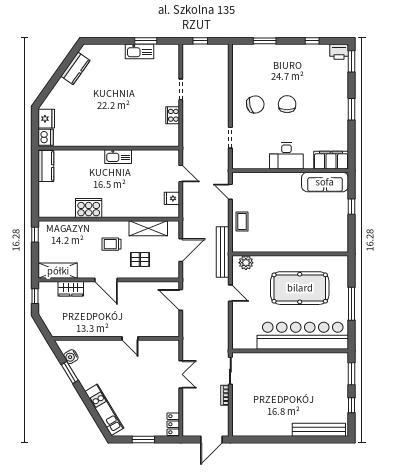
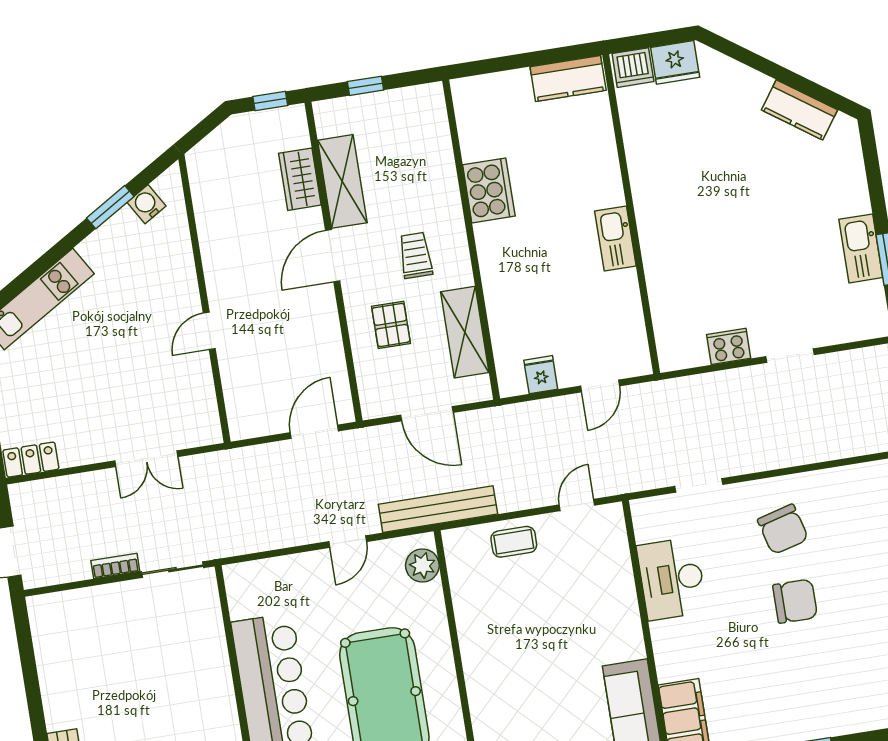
desk: (286, 156) -> (672, 579), moved
window: (35, 235) -> (365, 86), moved
shelving: (58, 271) -> (342, 181), moved

